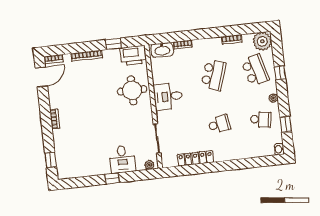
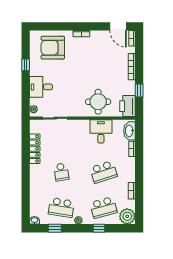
school desk: (214, 75) -> (103, 172), turned -36
desk: (168, 96) -> (101, 131), moved
school desk: (261, 120) -> (61, 208), width x1.85
armchair: (75, 150) -> (53, 48), added
window: (51, 160) -> (47, 26), removed
window: (112, 178) -> (26, 65), moved

